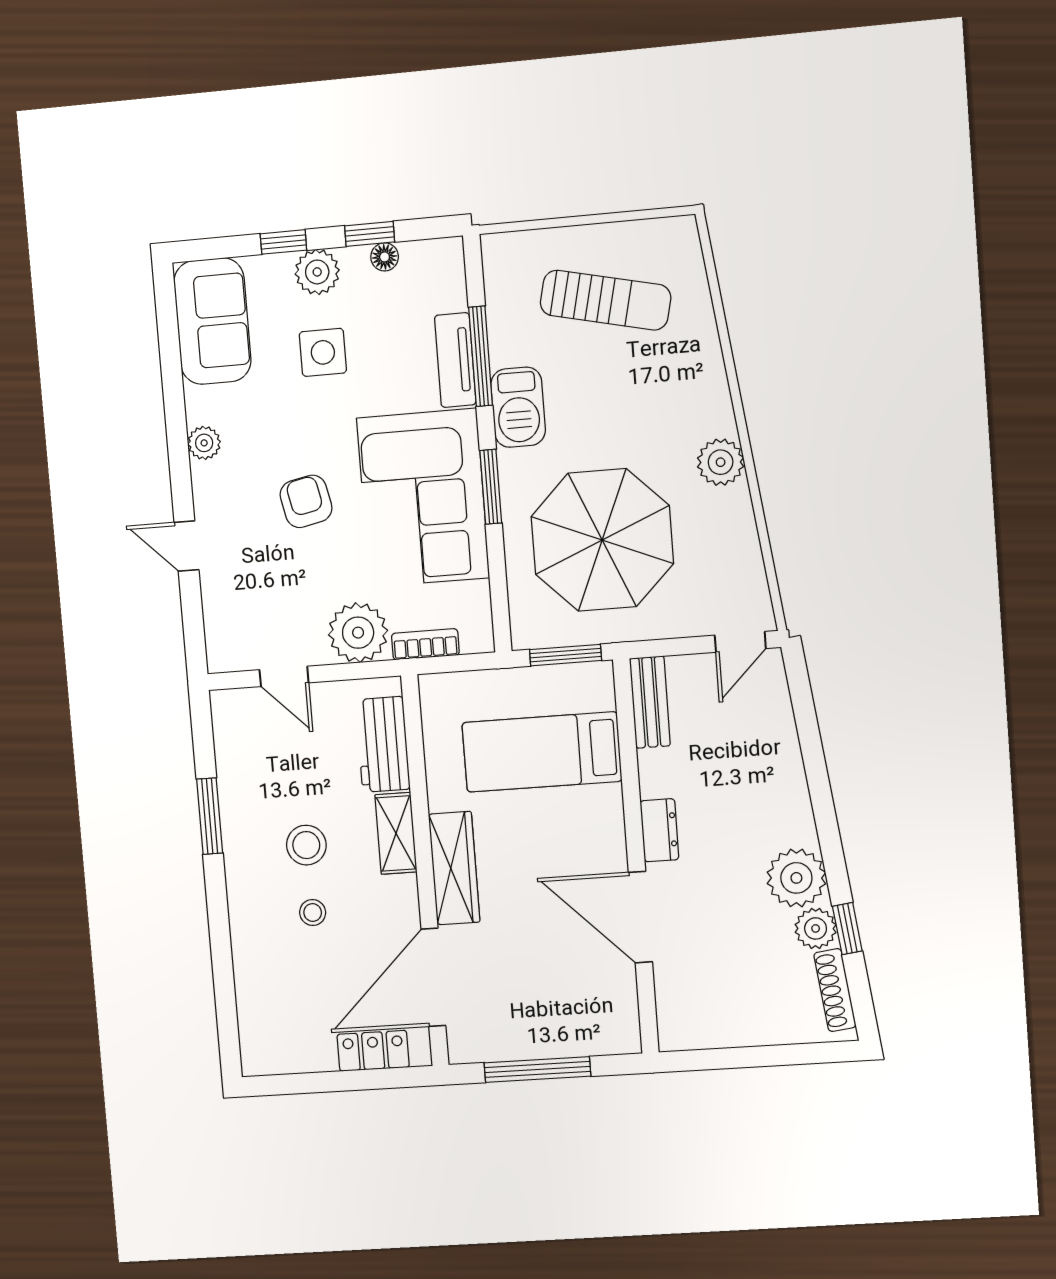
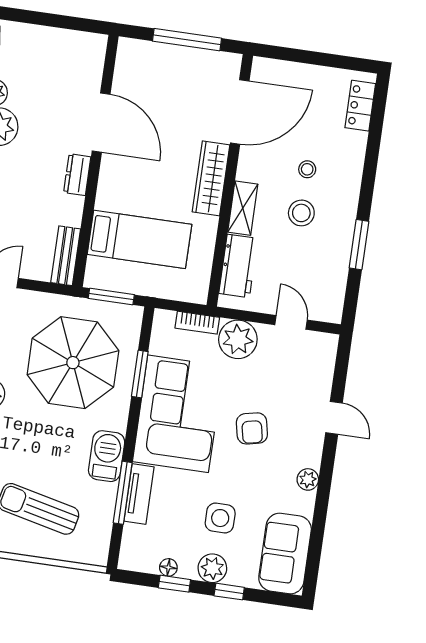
window: (491, 487) -> (140, 374), moved
locker: (373, 1051) -> (360, 106), moved, turned 90

